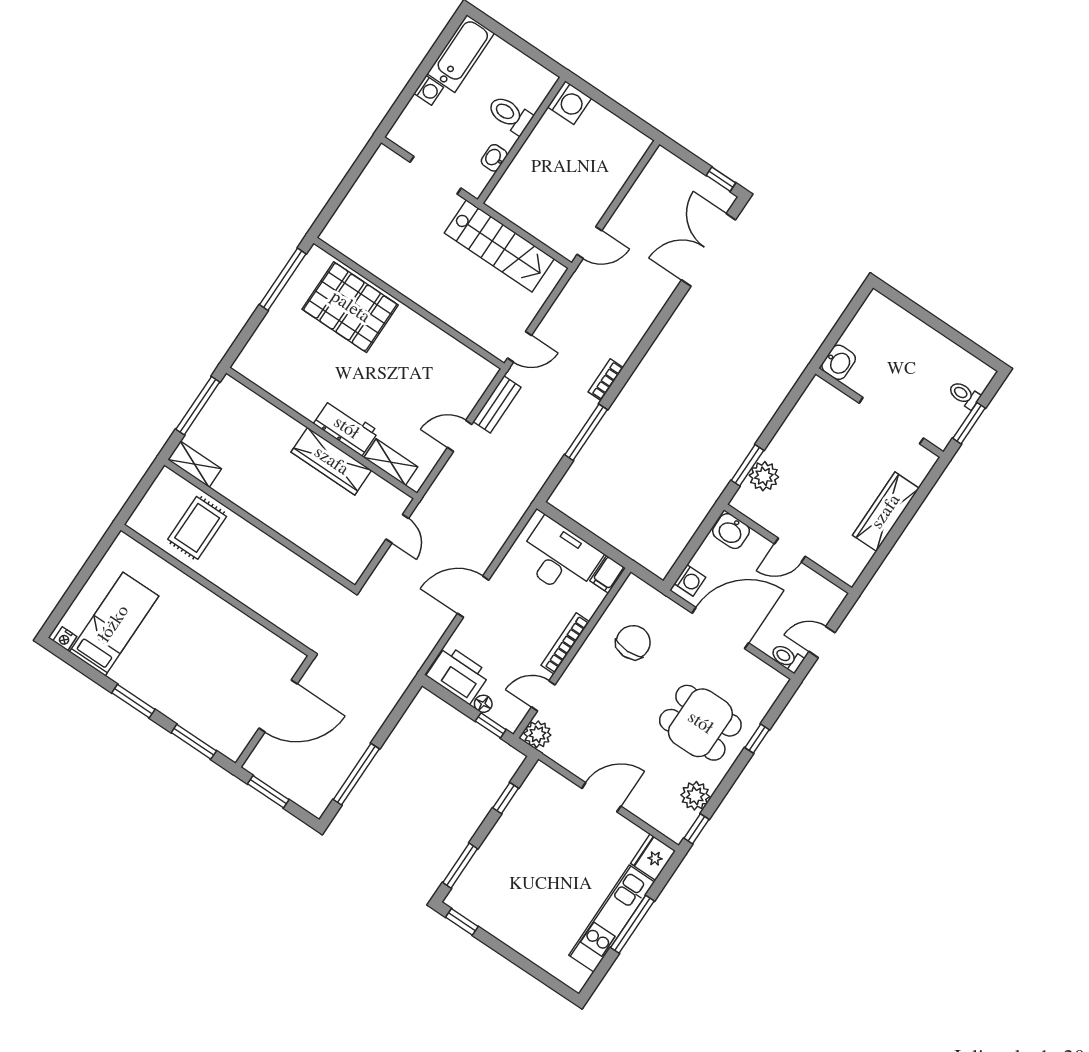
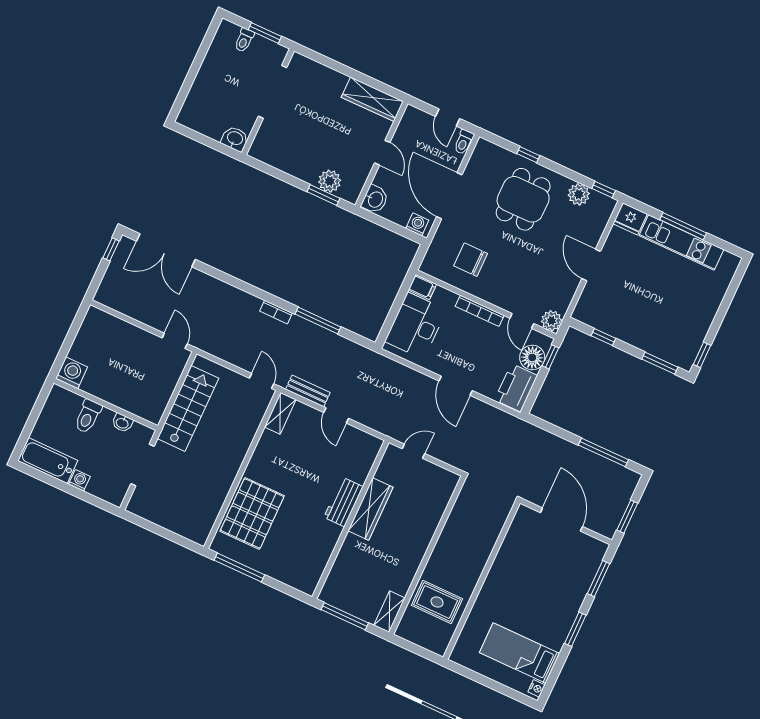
shelving: (391, 462) -> (280, 413), moved
wardrobe: (886, 512) -> (372, 99), moved
floor lamp: (483, 704) -> (532, 357), width x1.89, depth x1.89

